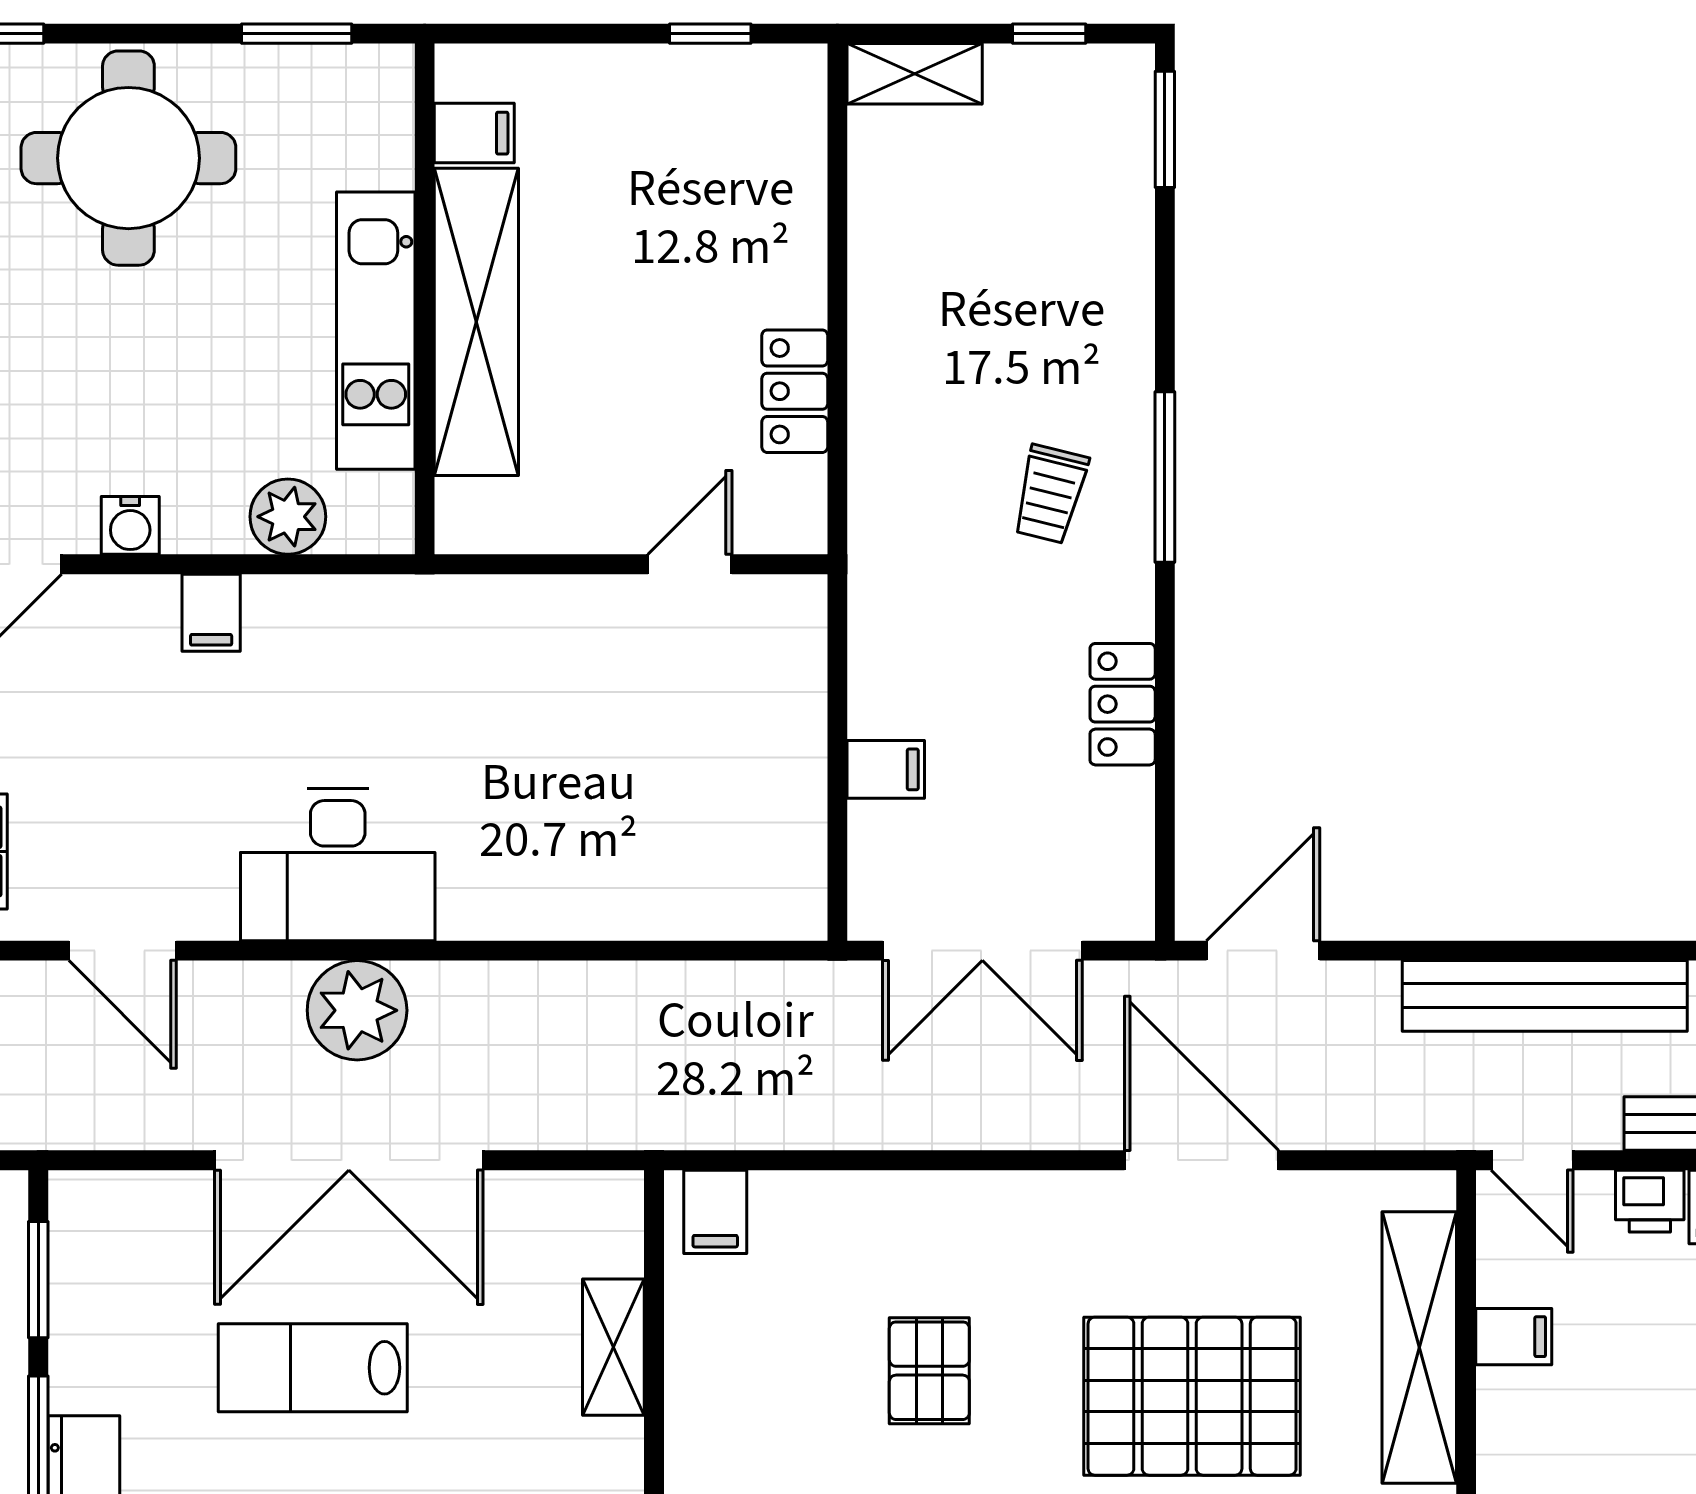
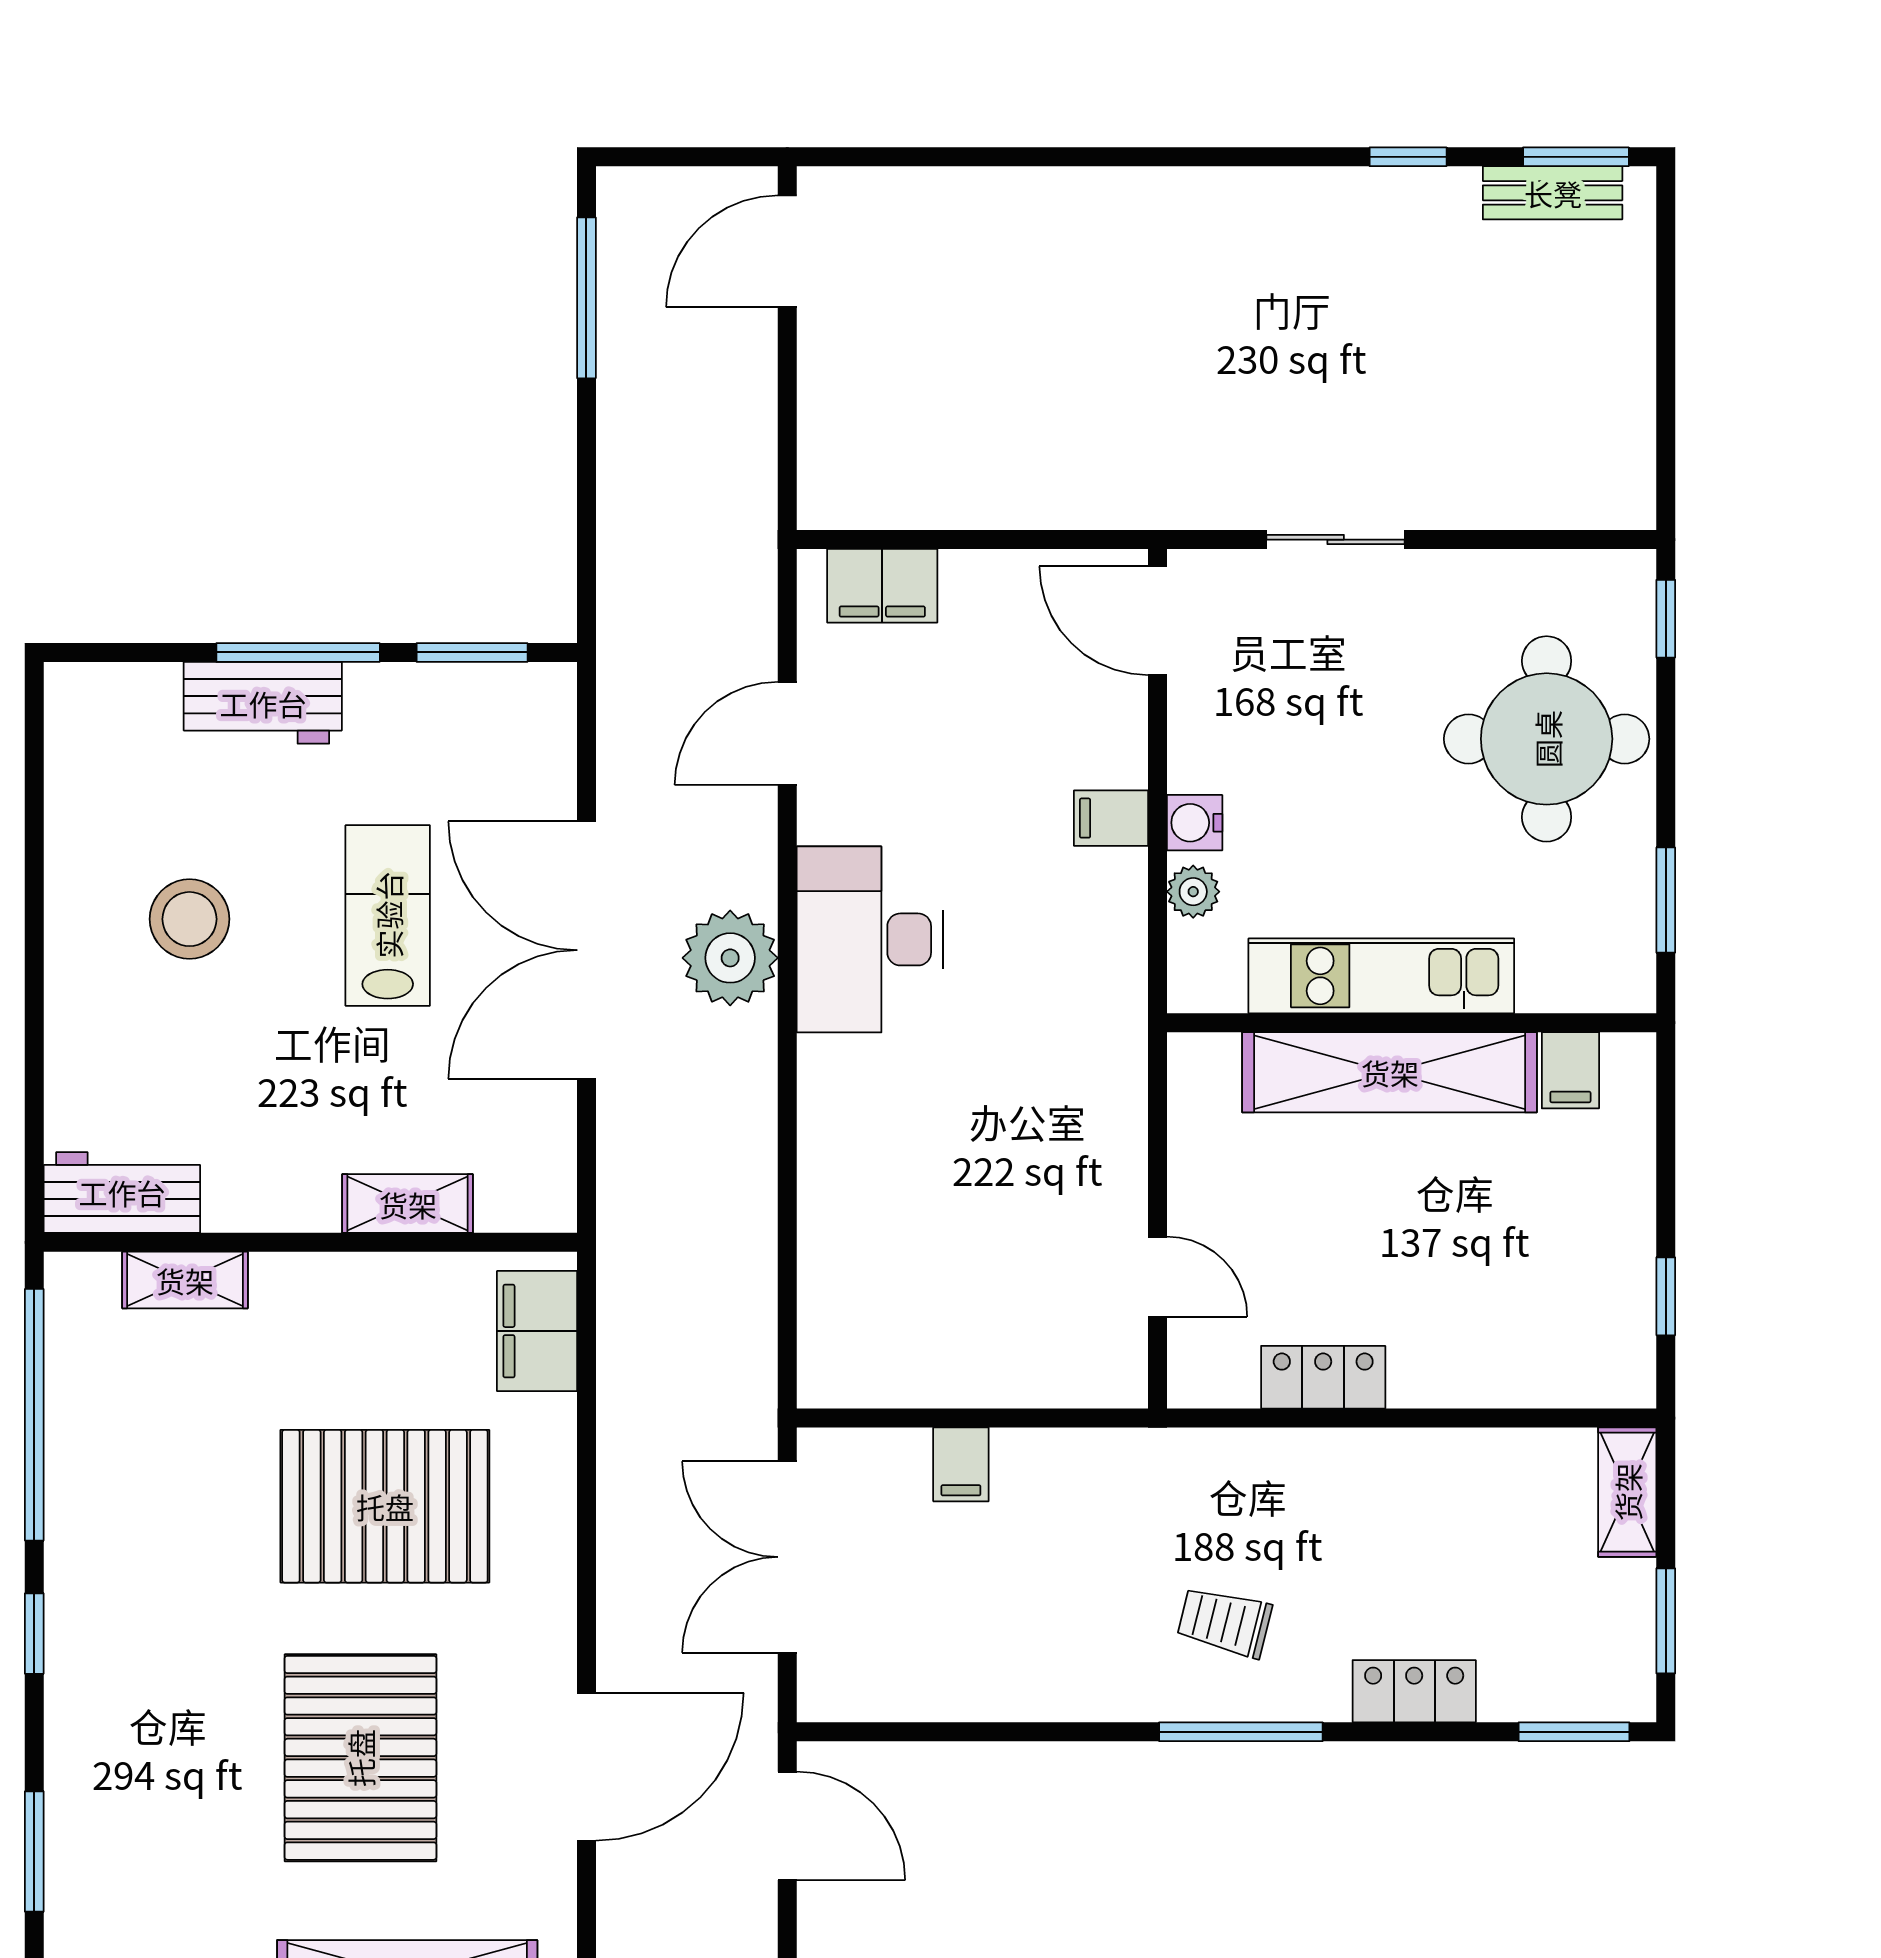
window: (1049, 34) -> (1666, 1621), width x1.50
plant: (288, 517) -> (1193, 892), width x0.73, depth x0.73
water cooler: (130, 525) -> (1195, 823), moved
locker: (1123, 704) -> (1414, 1691), moved
filing cabinet: (715, 1212) -> (537, 1331), width x2.00
pallet: (929, 1371) -> (385, 1506), width x2.05, depth x2.00

